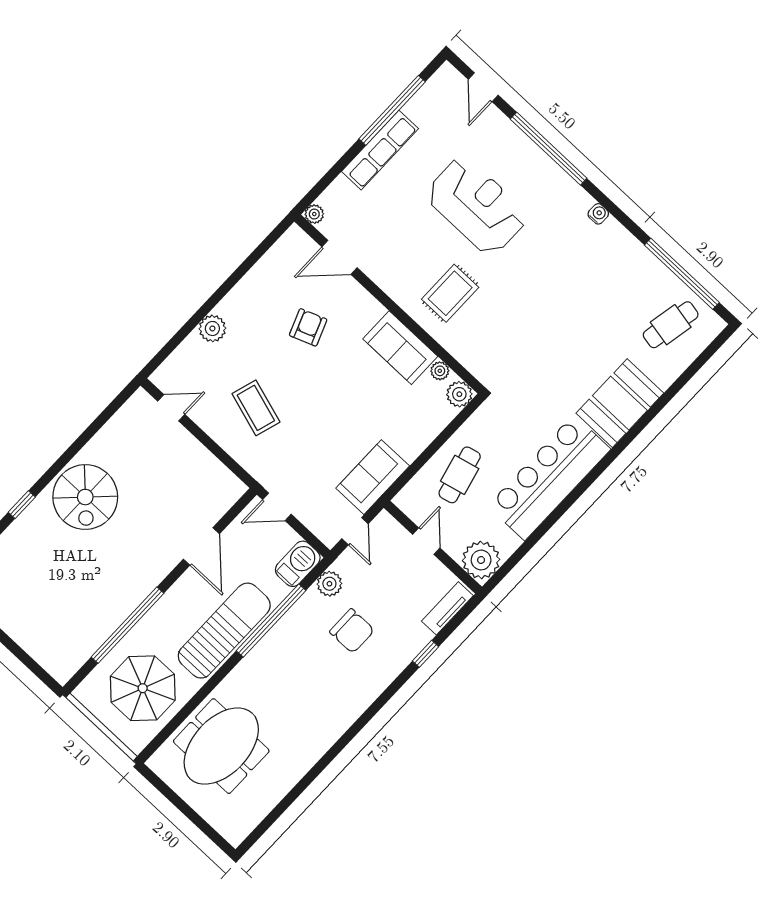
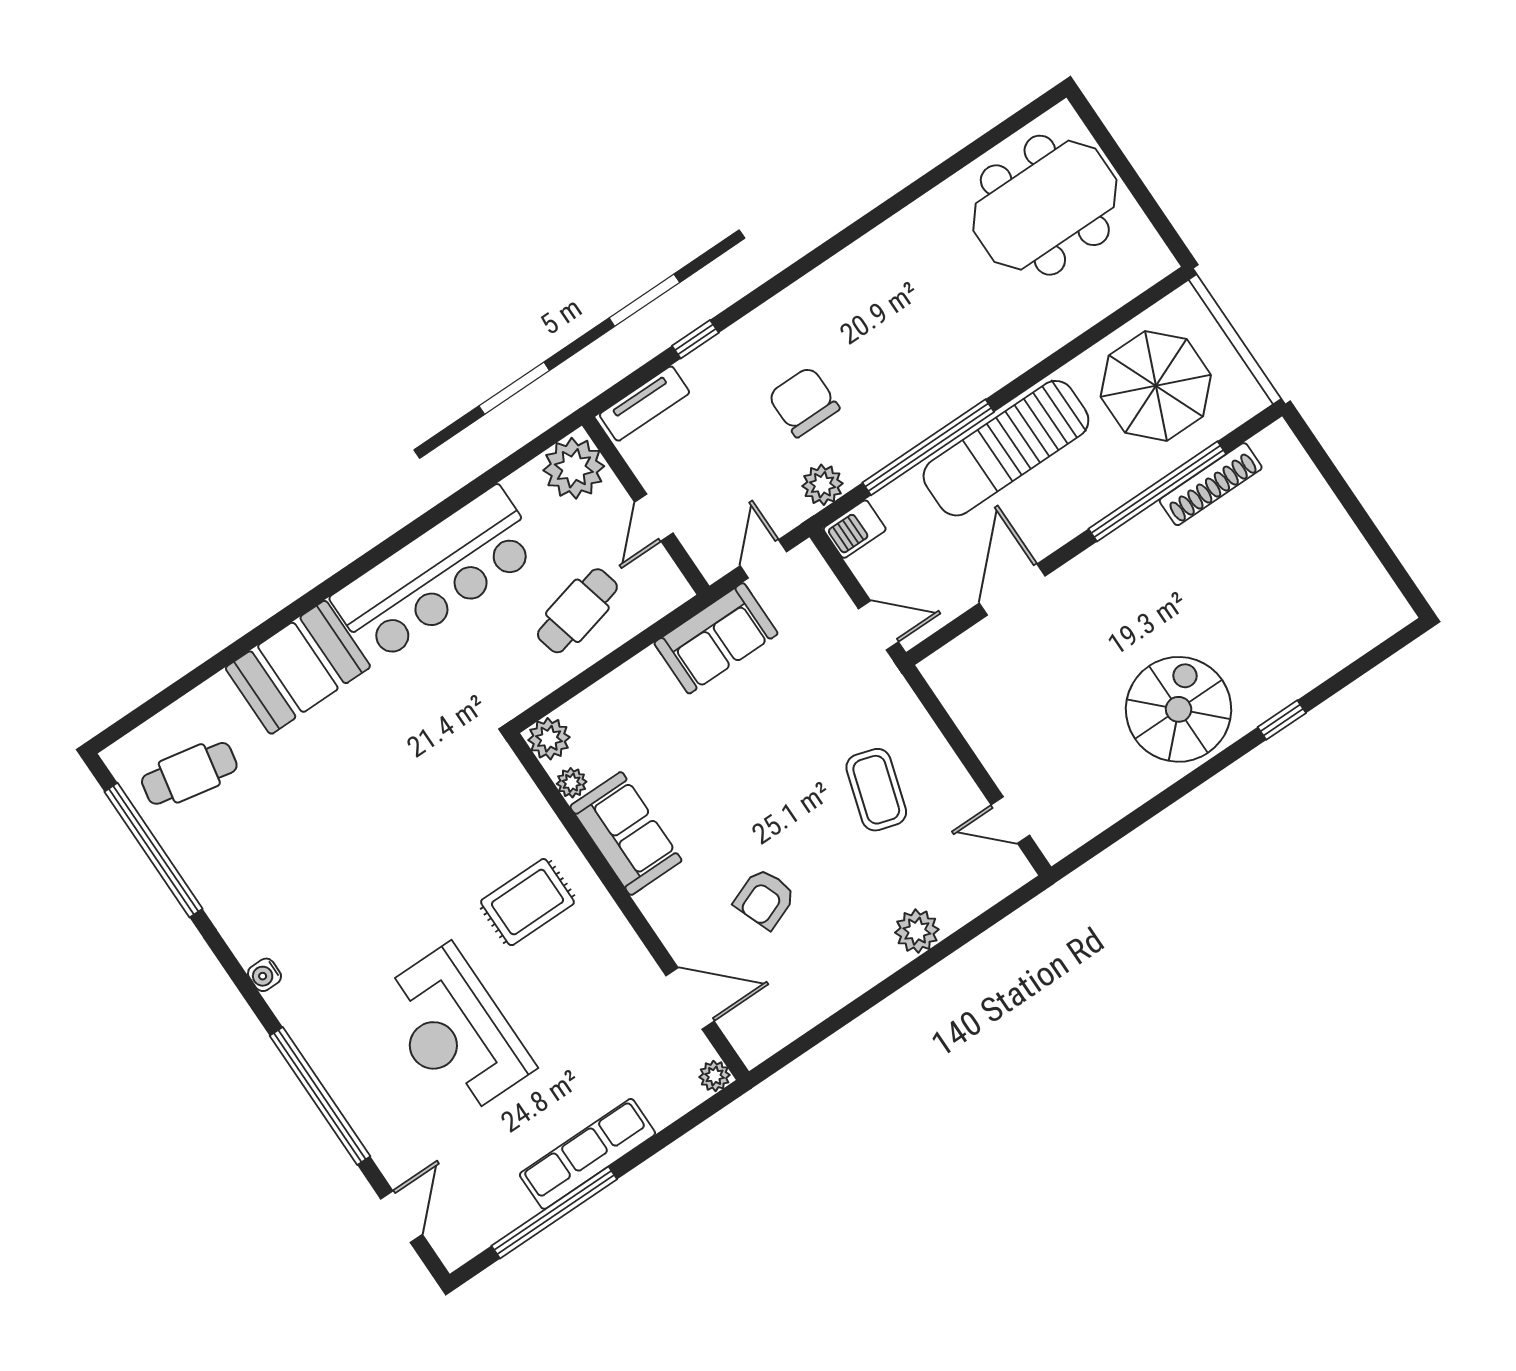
barbecue: (298, 564) -> (855, 529), width x0.73, depth x0.79
shoe rack: (96, 637) -> (1211, 484), added
meeting table: (221, 746) -> (1045, 205), moved

